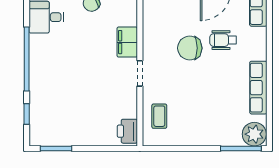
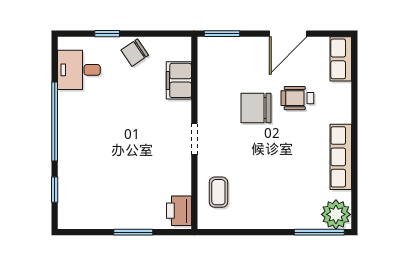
filing cabinet: (127, 42) -> (179, 80), moved
window: (56, 149) -> (133, 232), moved

